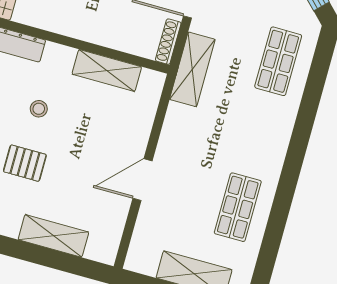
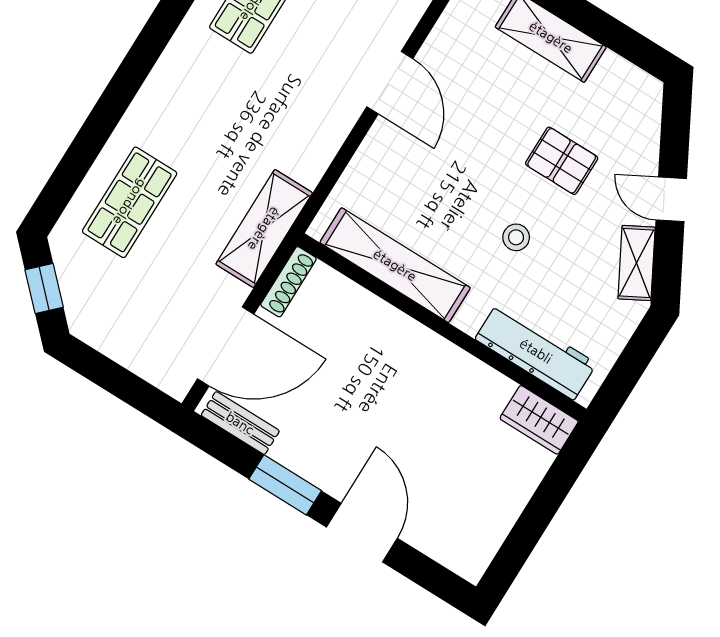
shelving: (107, 70) -> (395, 265), width x1.47
door: (142, 180) -> (390, 83), hinge flipped

